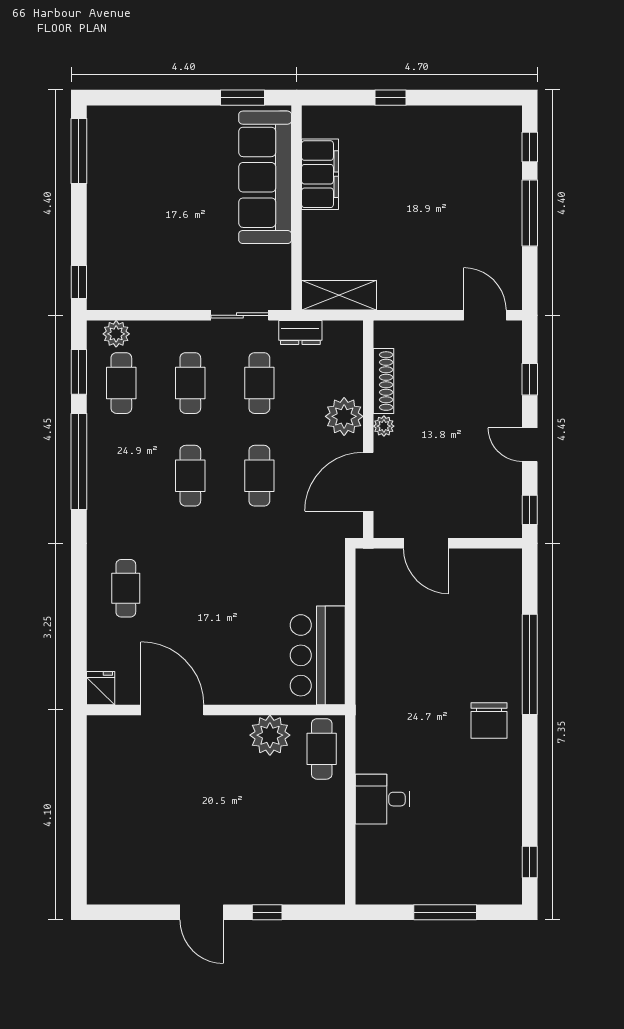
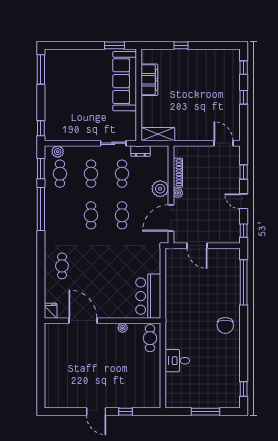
window: (530, 213) -> (244, 97), width x0.46
window: (530, 664) -> (244, 282), moved
plant: (270, 735) -> (123, 328), width x0.53, depth x0.53

